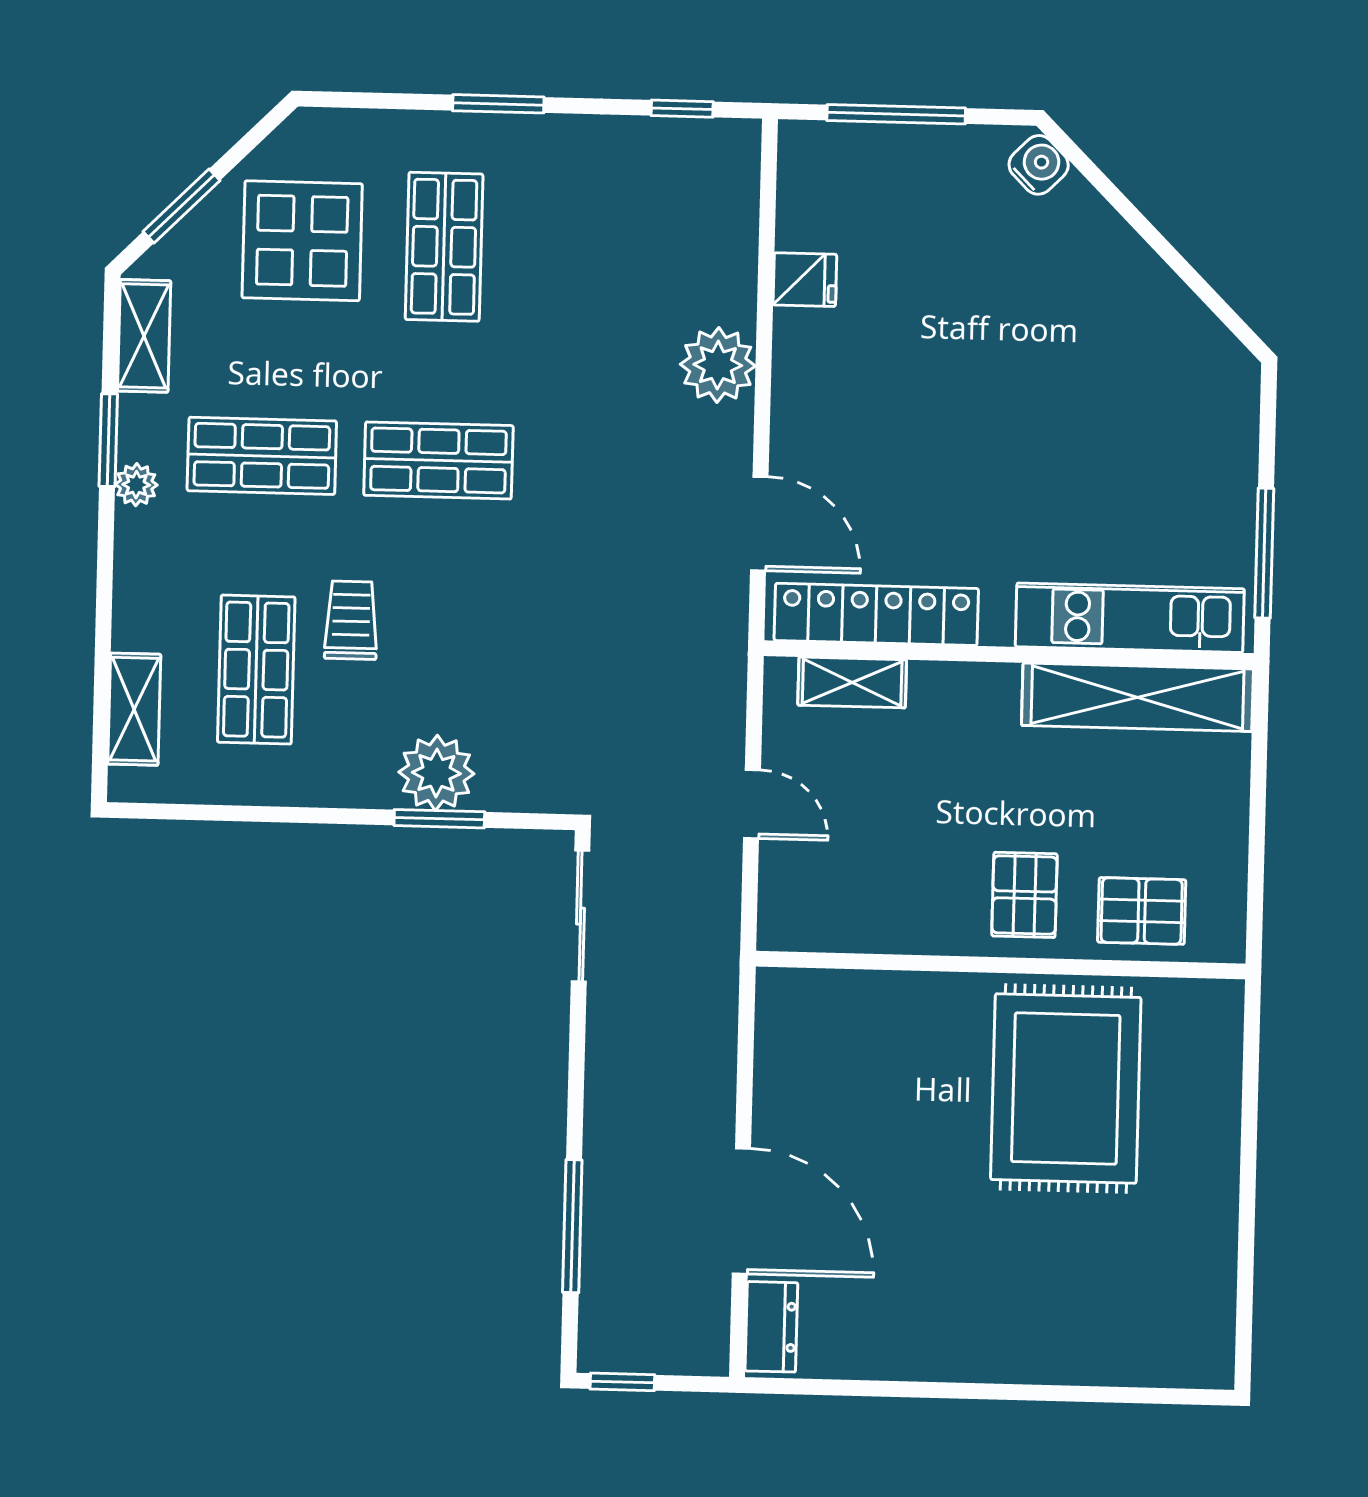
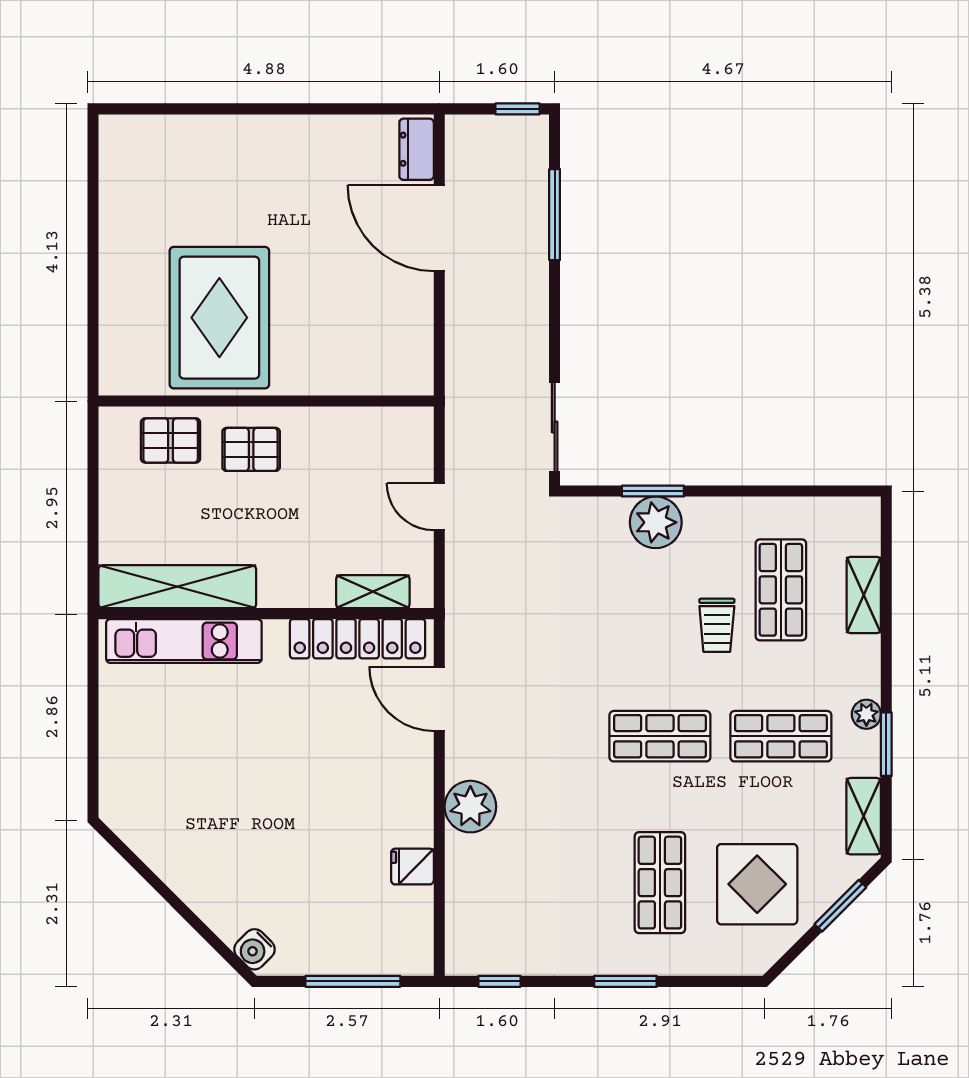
window: (1264, 553) -> (93, 688), removed
shelving: (134, 709) -> (864, 595), moved
pallet: (1024, 895) -> (251, 449), turned 90

